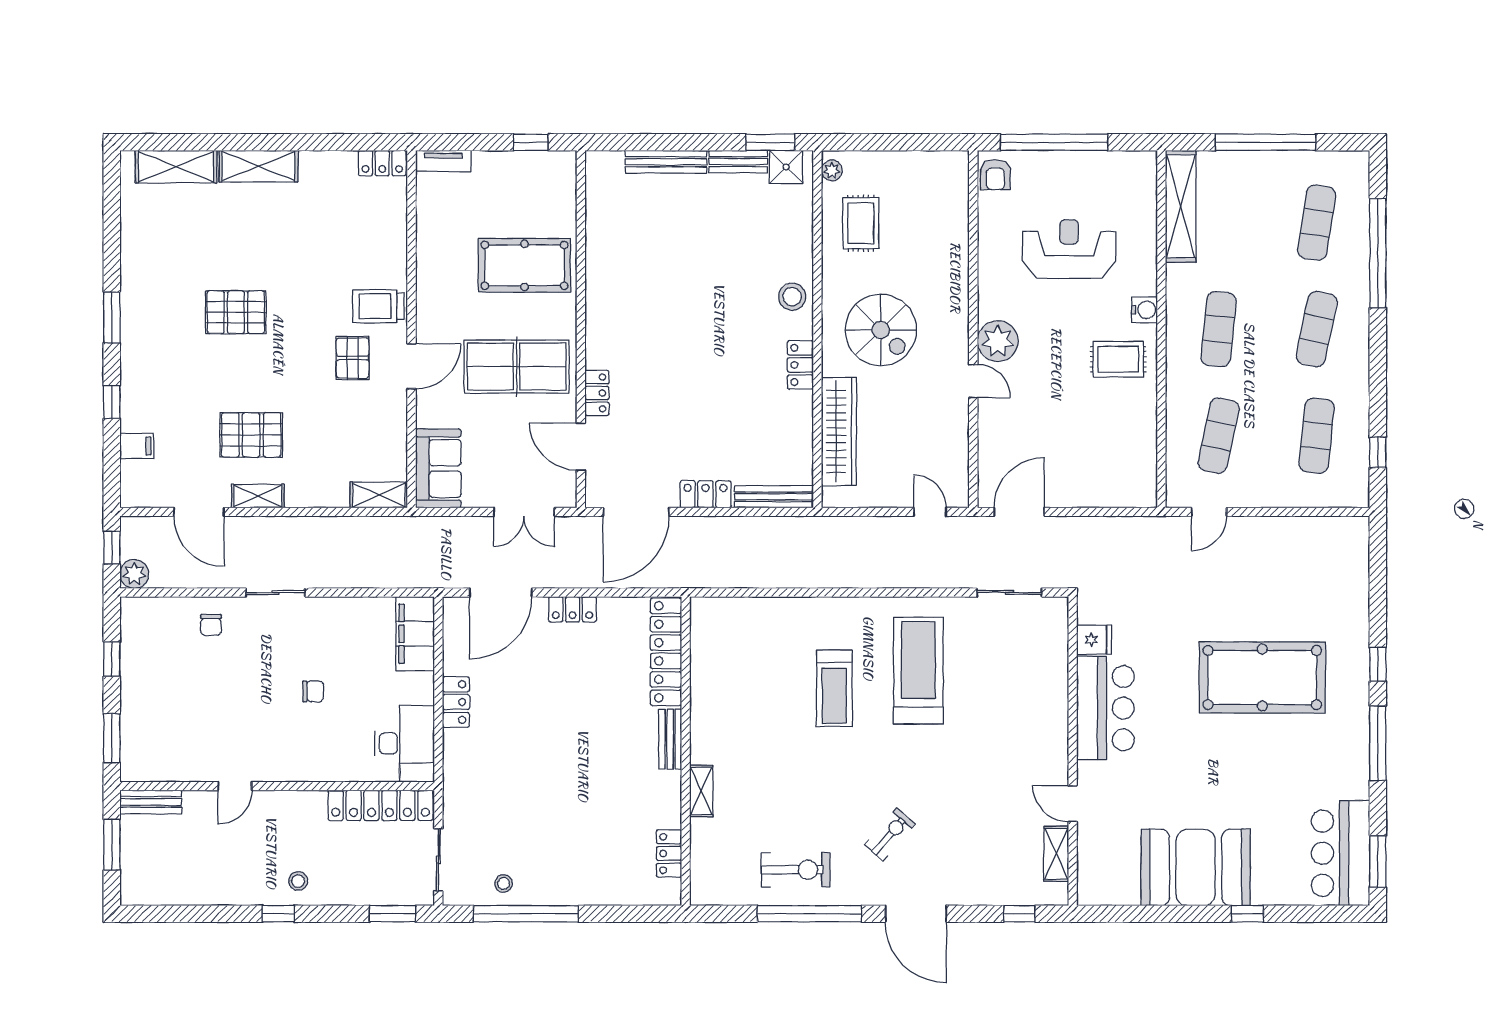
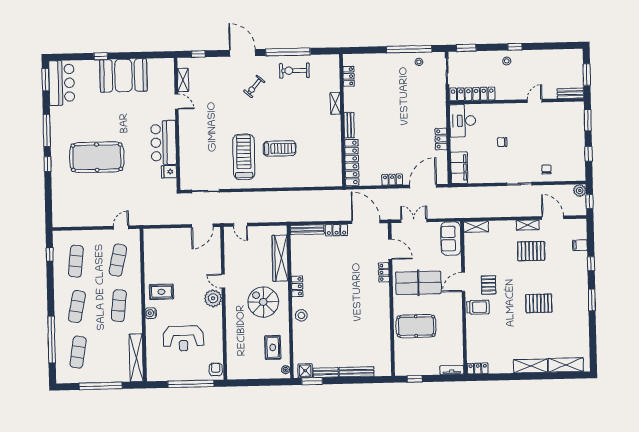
door: (636, 512) -> (366, 222), hinge flipped
treadmill: (918, 671) -> (244, 157), turned 180
treadmill: (834, 688) -> (280, 148), turned 90

